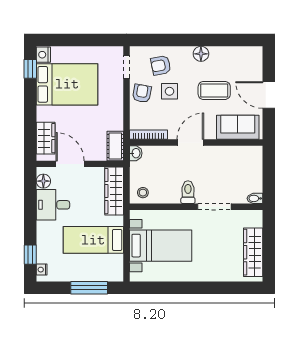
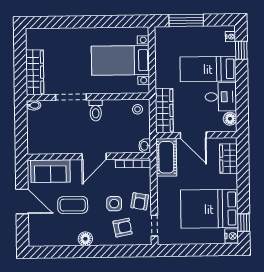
cot: (115, 146) -> (166, 157), width x1.37, depth x1.34
door: (70, 164) -> (193, 135), moved
bed: (93, 240) -> (208, 69), moved, turned 180
wardrobe: (253, 252) -> (35, 72), moved

